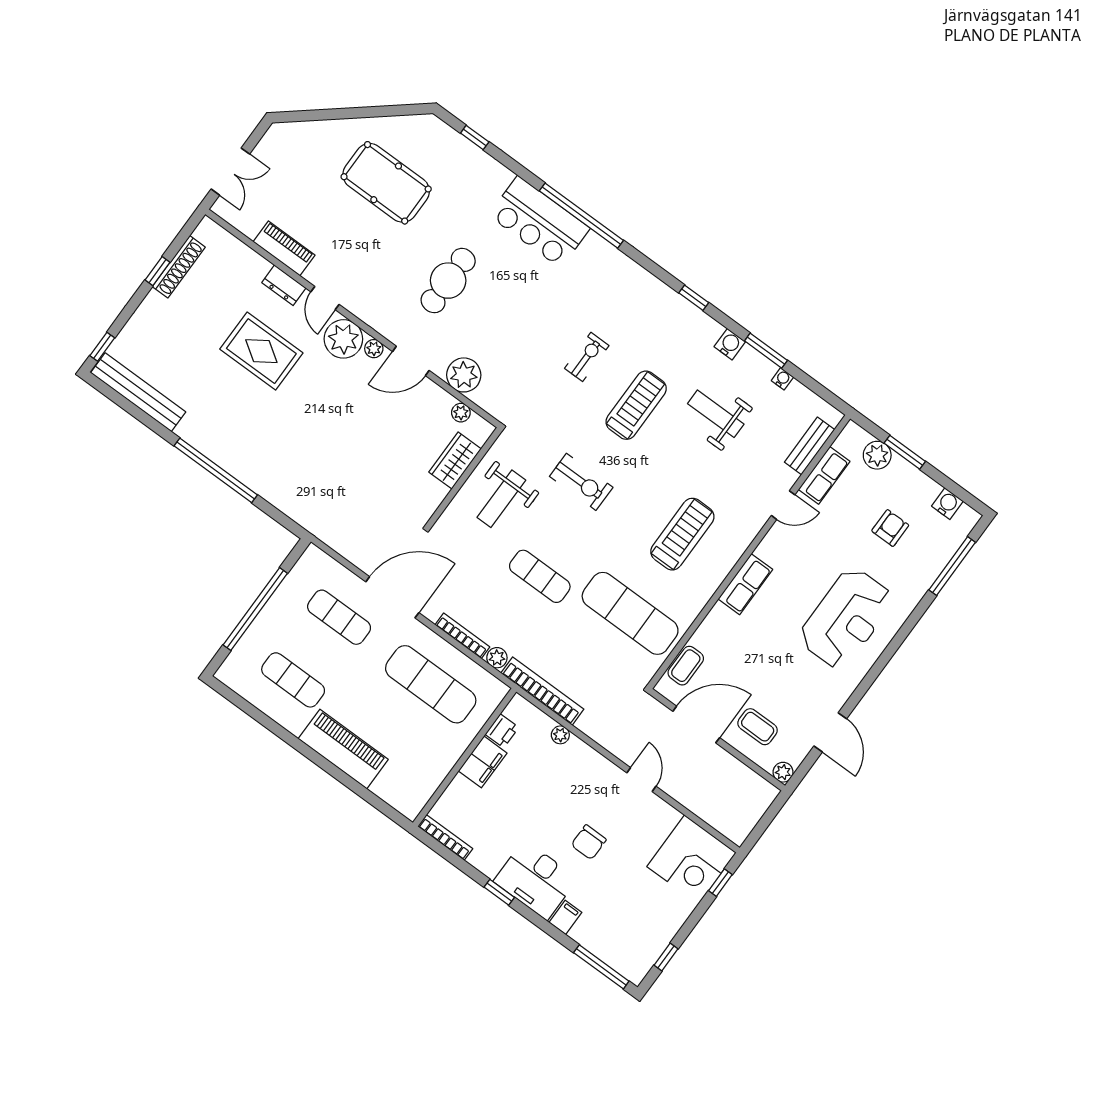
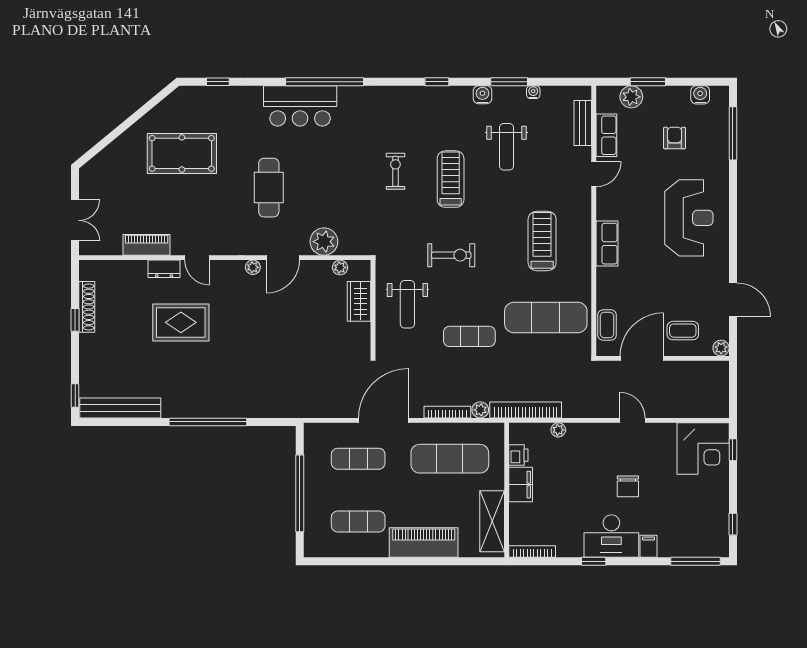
plant: (343, 339) -> (228, 275), removed
weight bench: (716, 414) -> (506, 147), turned -90
shelving: (427, 778) -> (492, 521), added

